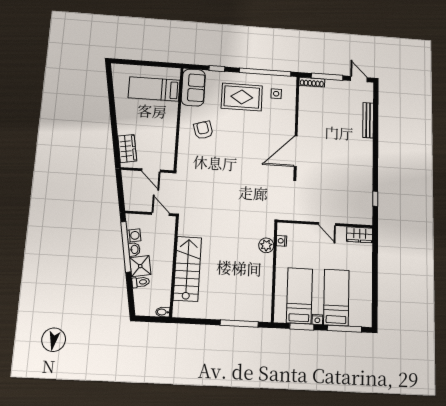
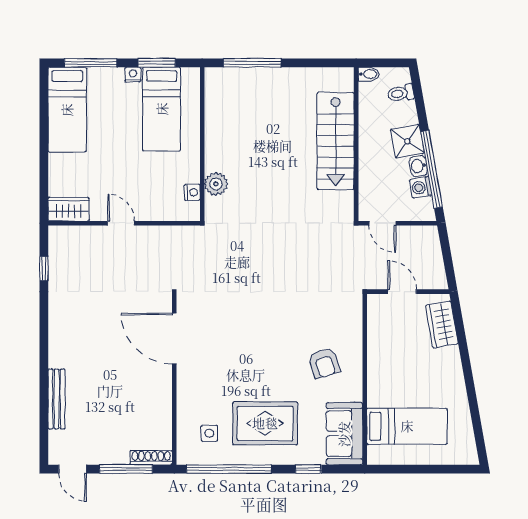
door: (296, 151) -> (174, 338), swing flipped
toilet: (141, 282) -> (401, 93), moved
bed: (336, 297) -> (67, 110), moved

